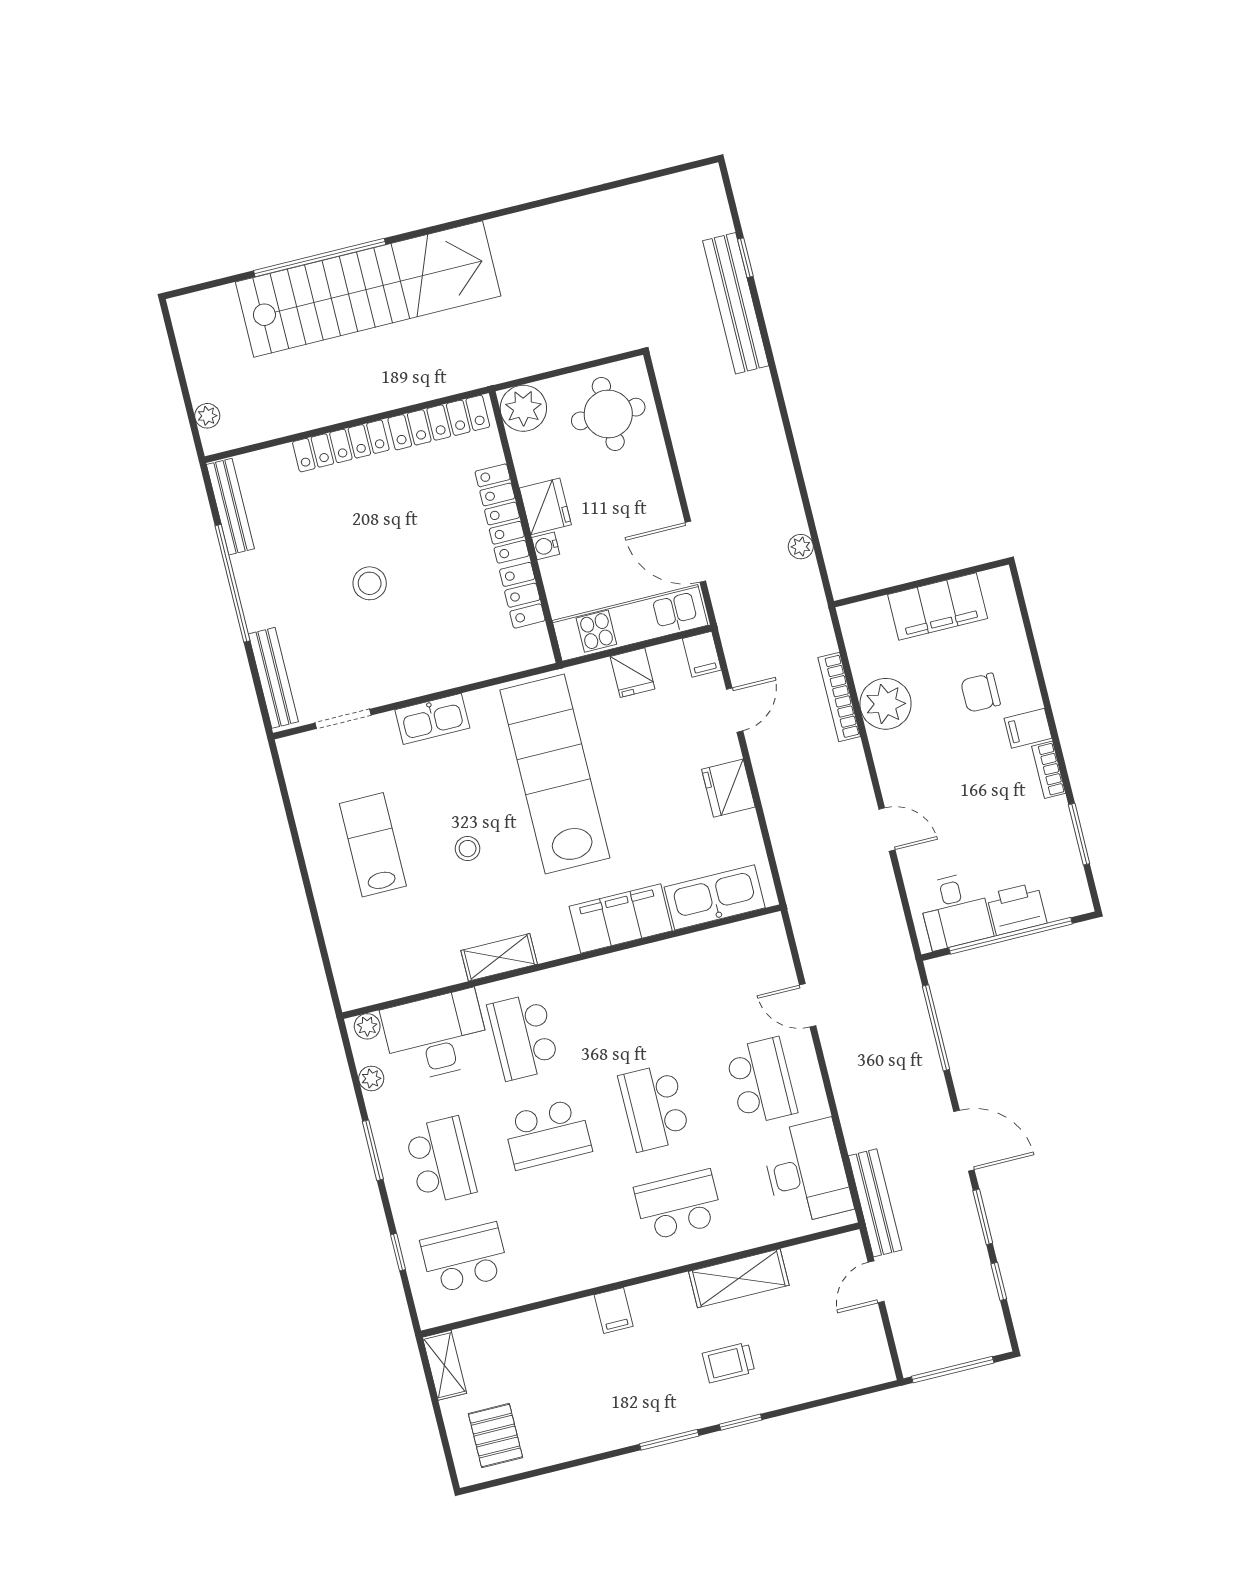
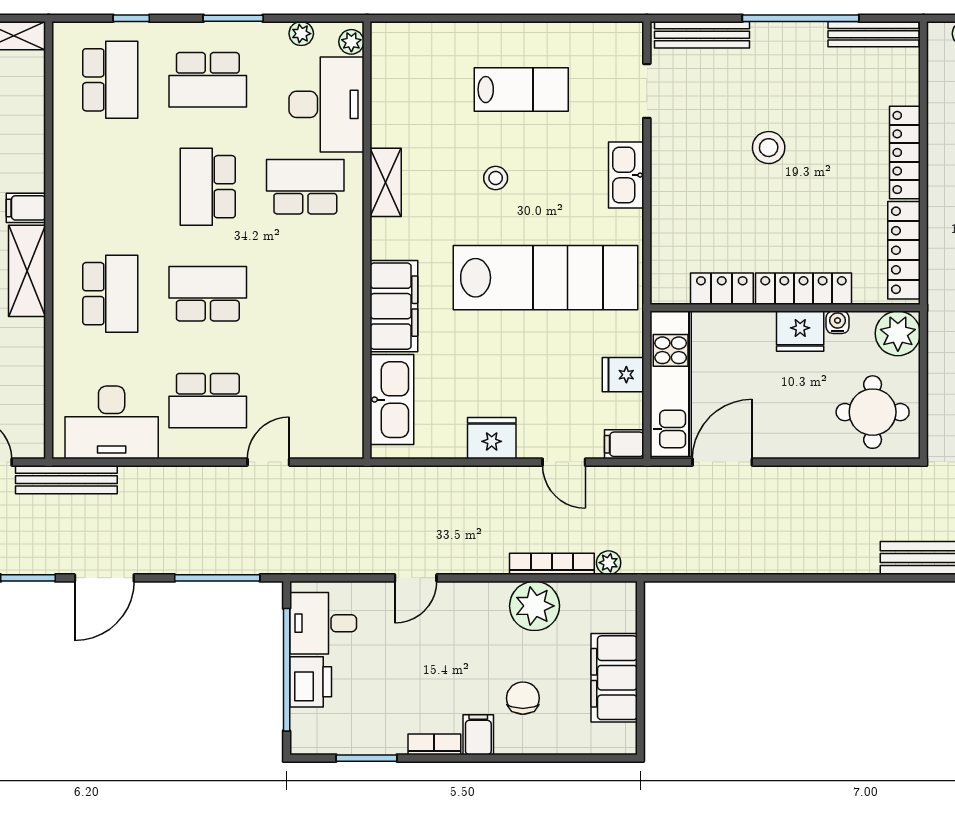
water cooler: (546, 546) -> (838, 322), moved
plant: (801, 547) -> (609, 563), moved
shelving: (739, 1278) -> (27, 271), moved

